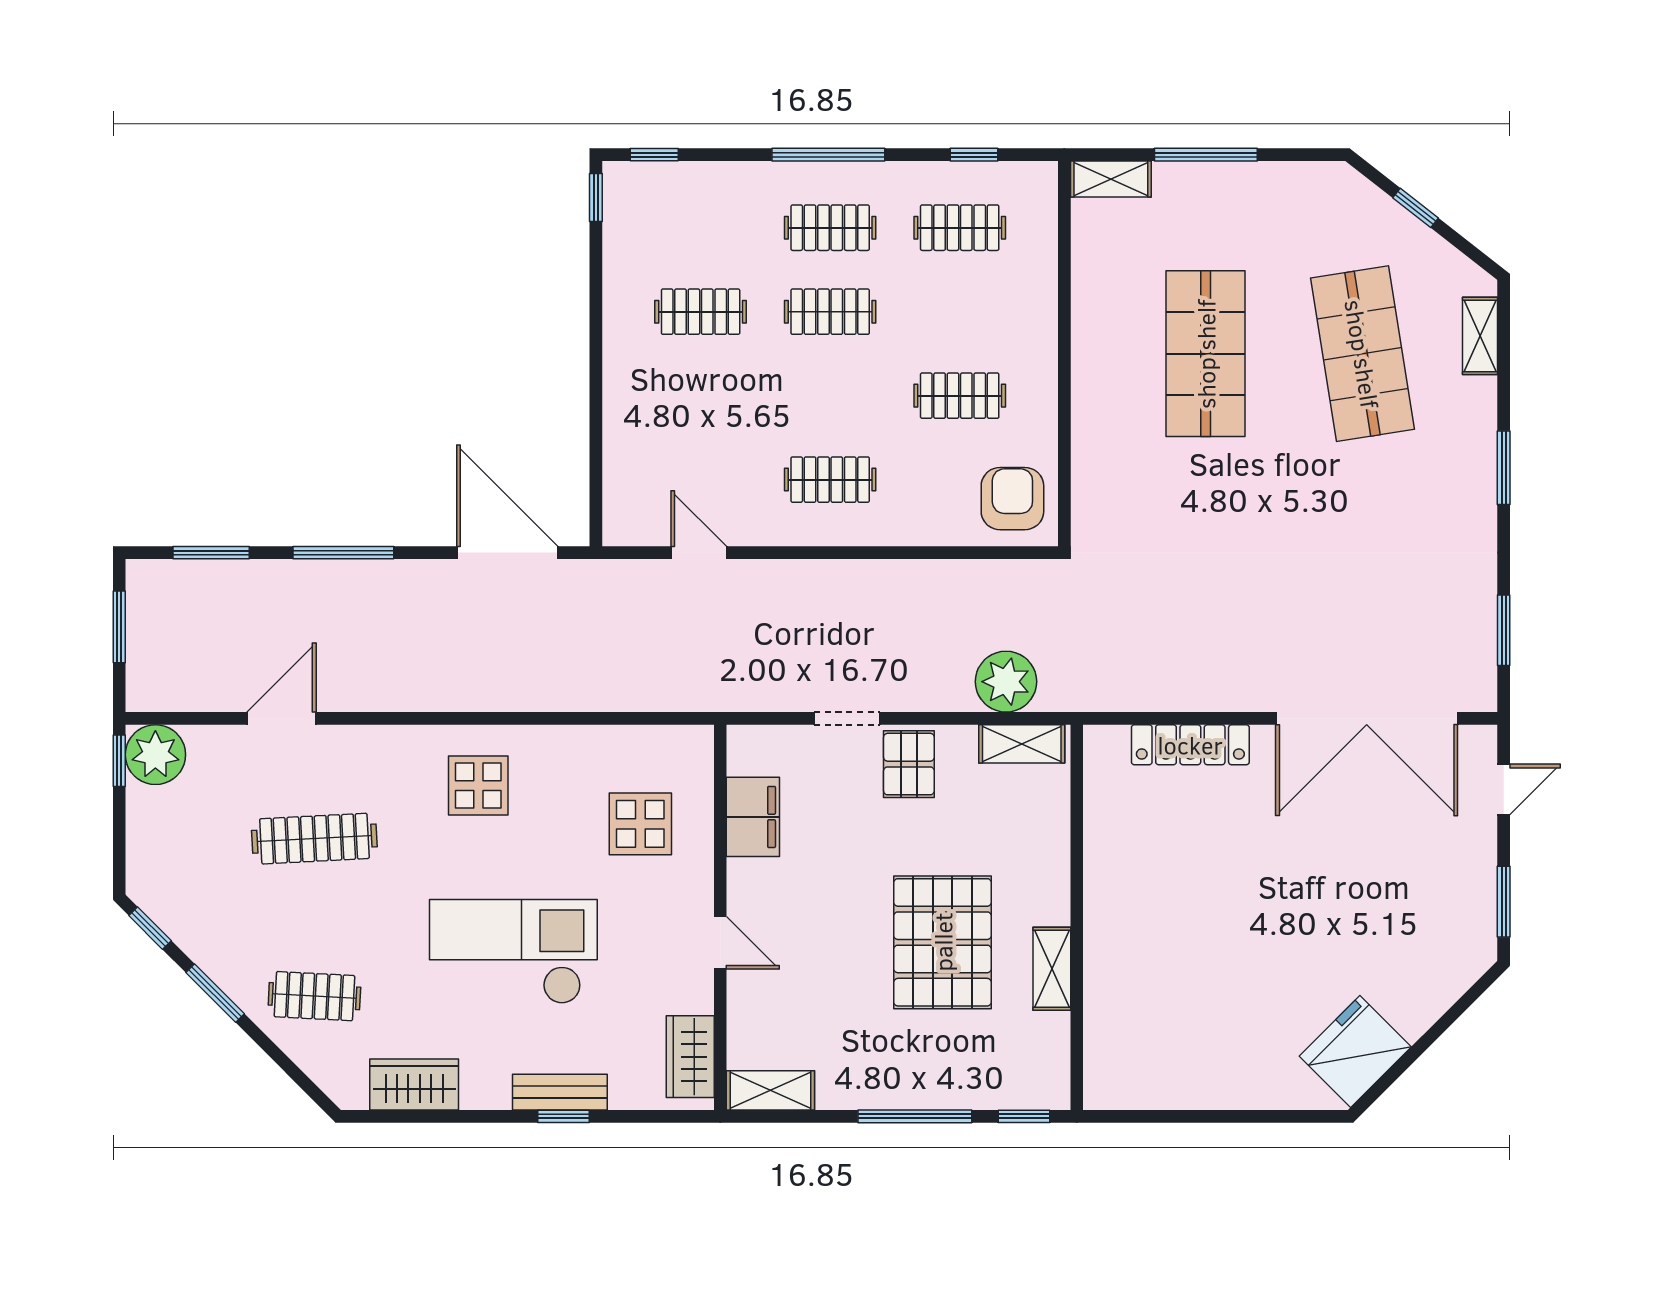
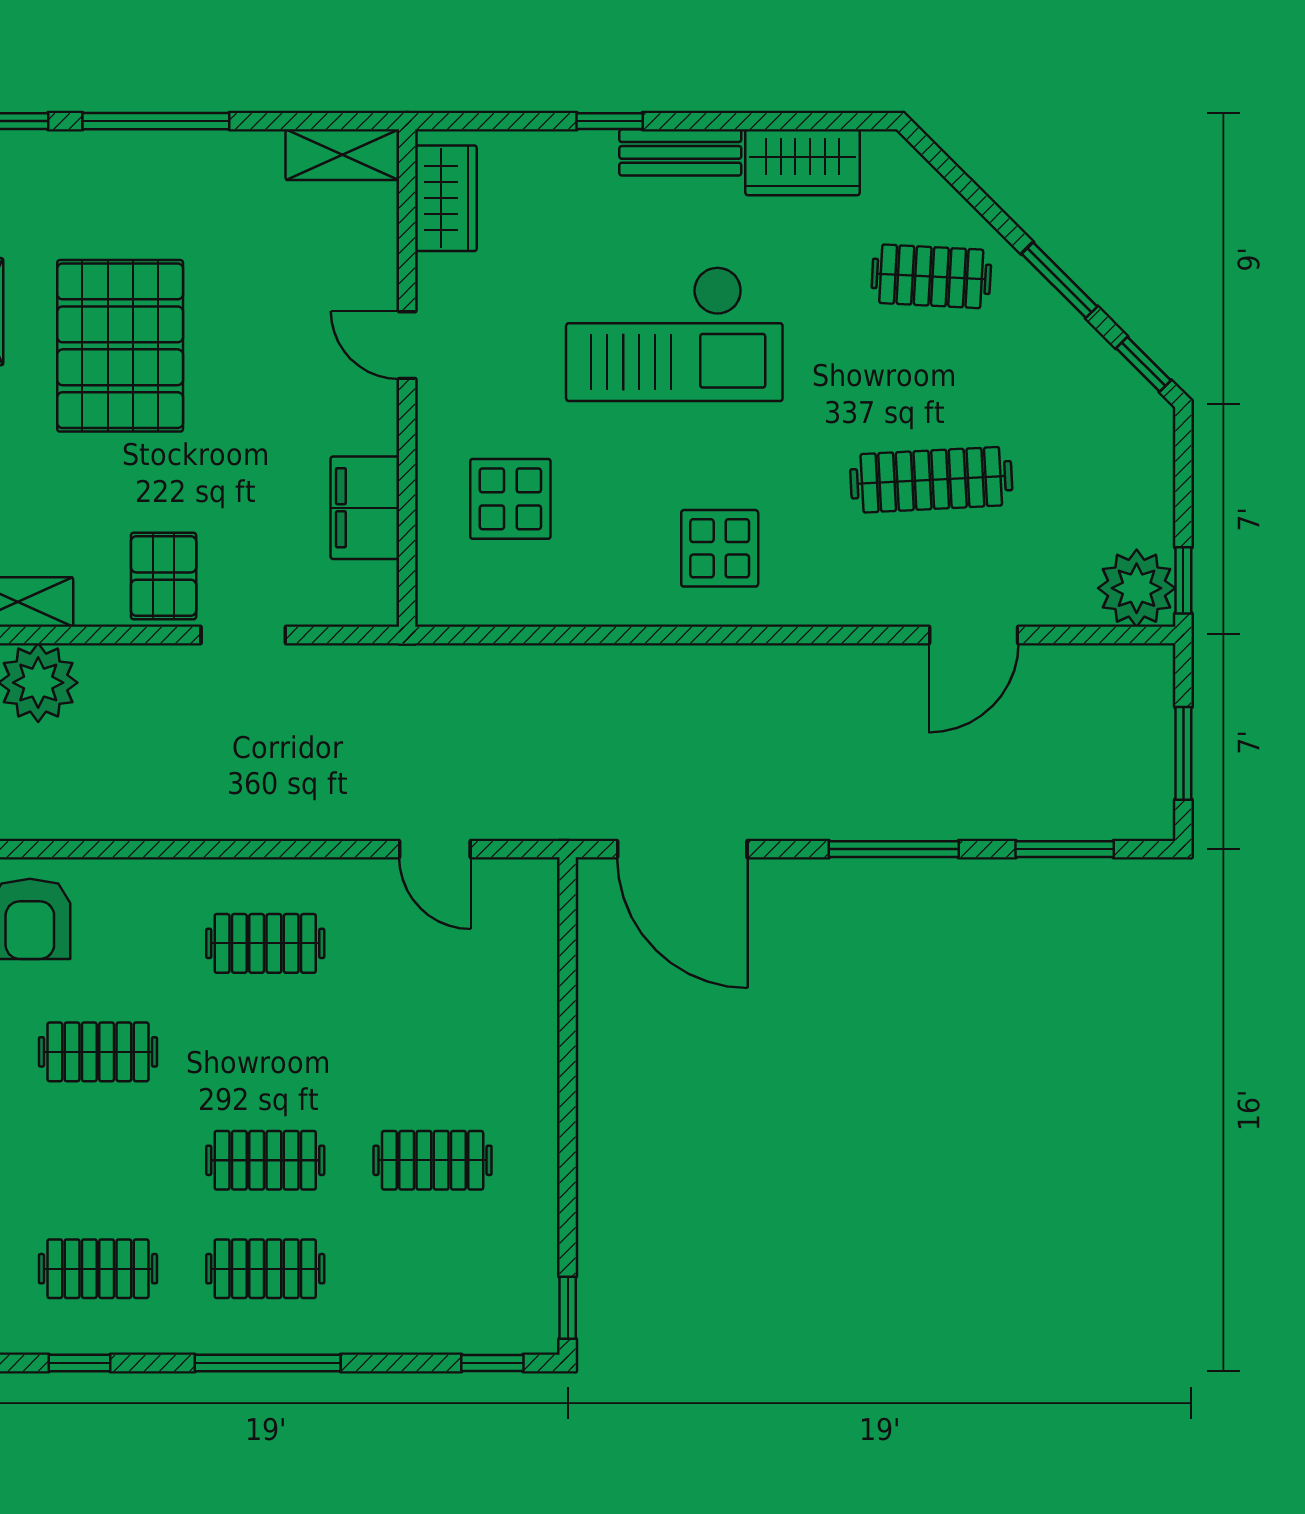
bench: (560, 1092) -> (680, 152), moved

